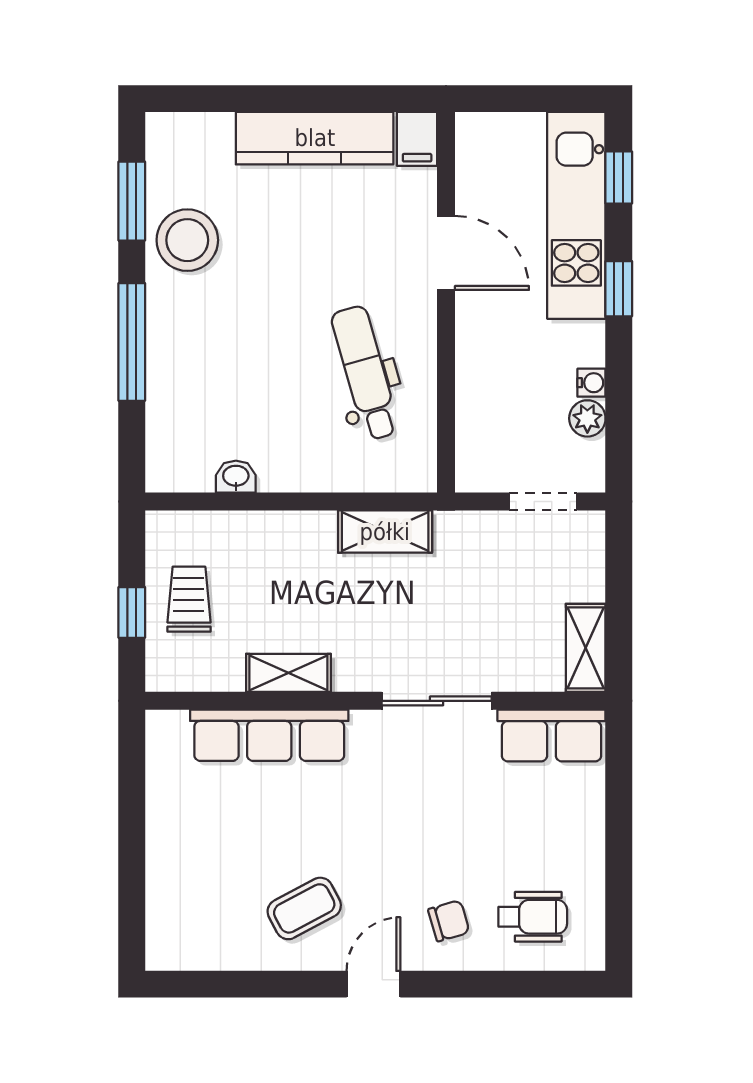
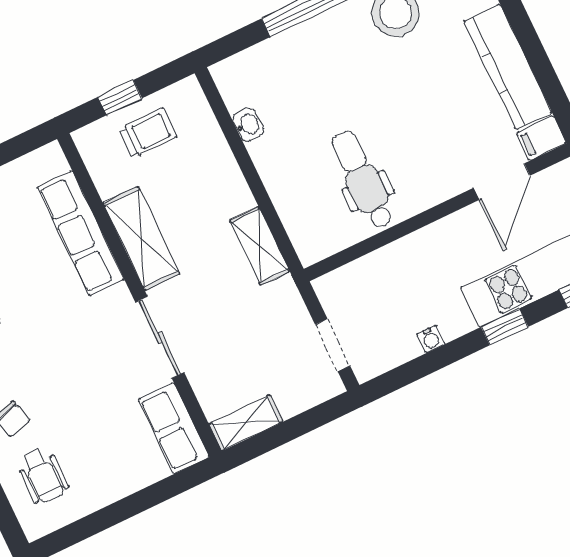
door: (446, 253) -> (502, 182), moved
dental chair: (365, 373) -> (363, 180), turned -74
plant: (587, 418) -> (405, 348), removed
shelving: (288, 673) -> (141, 238), width x1.50, depth x1.33

